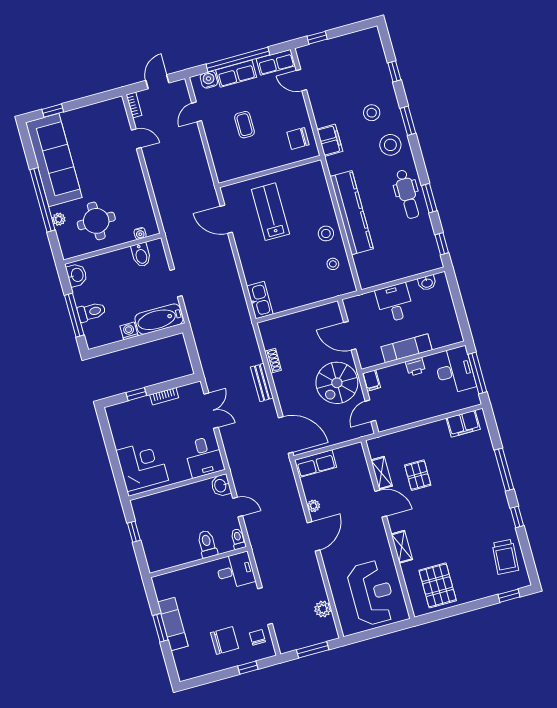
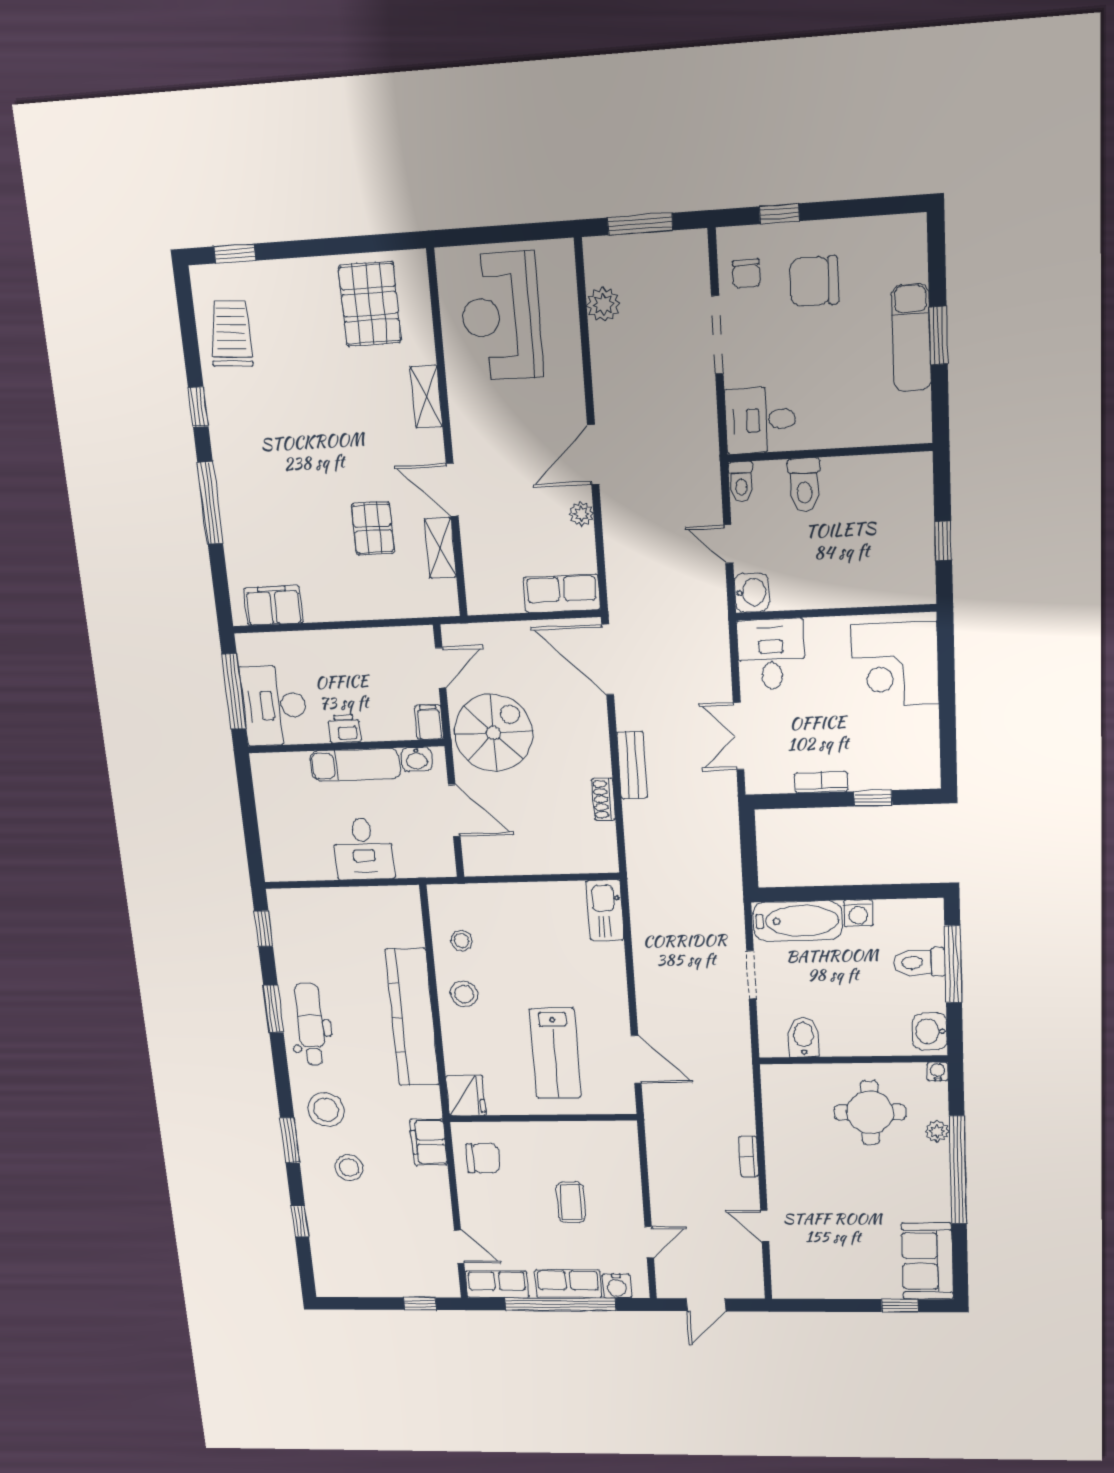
bookcase: (134, 105) -> (749, 1157), moved
sofa: (54, 160) -> (927, 1261), width x0.54, depth x0.79
fridge: (314, 174) -> (466, 1096), added
water cooler: (140, 233) -> (938, 1071), moved
washbasin: (427, 283) -> (417, 759), moved, turned 180

